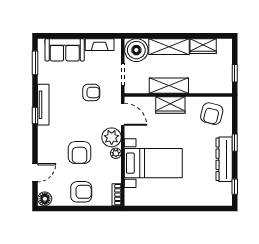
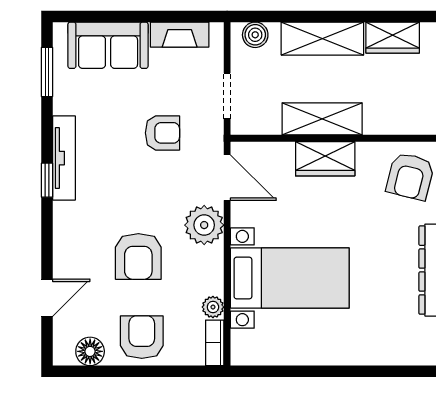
boiler: (136, 50) -> (255, 35), width x0.54, depth x0.54
plant: (116, 153) -> (213, 307), moved
armchair: (81, 192) -> (142, 337), turned -90
floor lamp: (45, 199) -> (90, 351), moved

